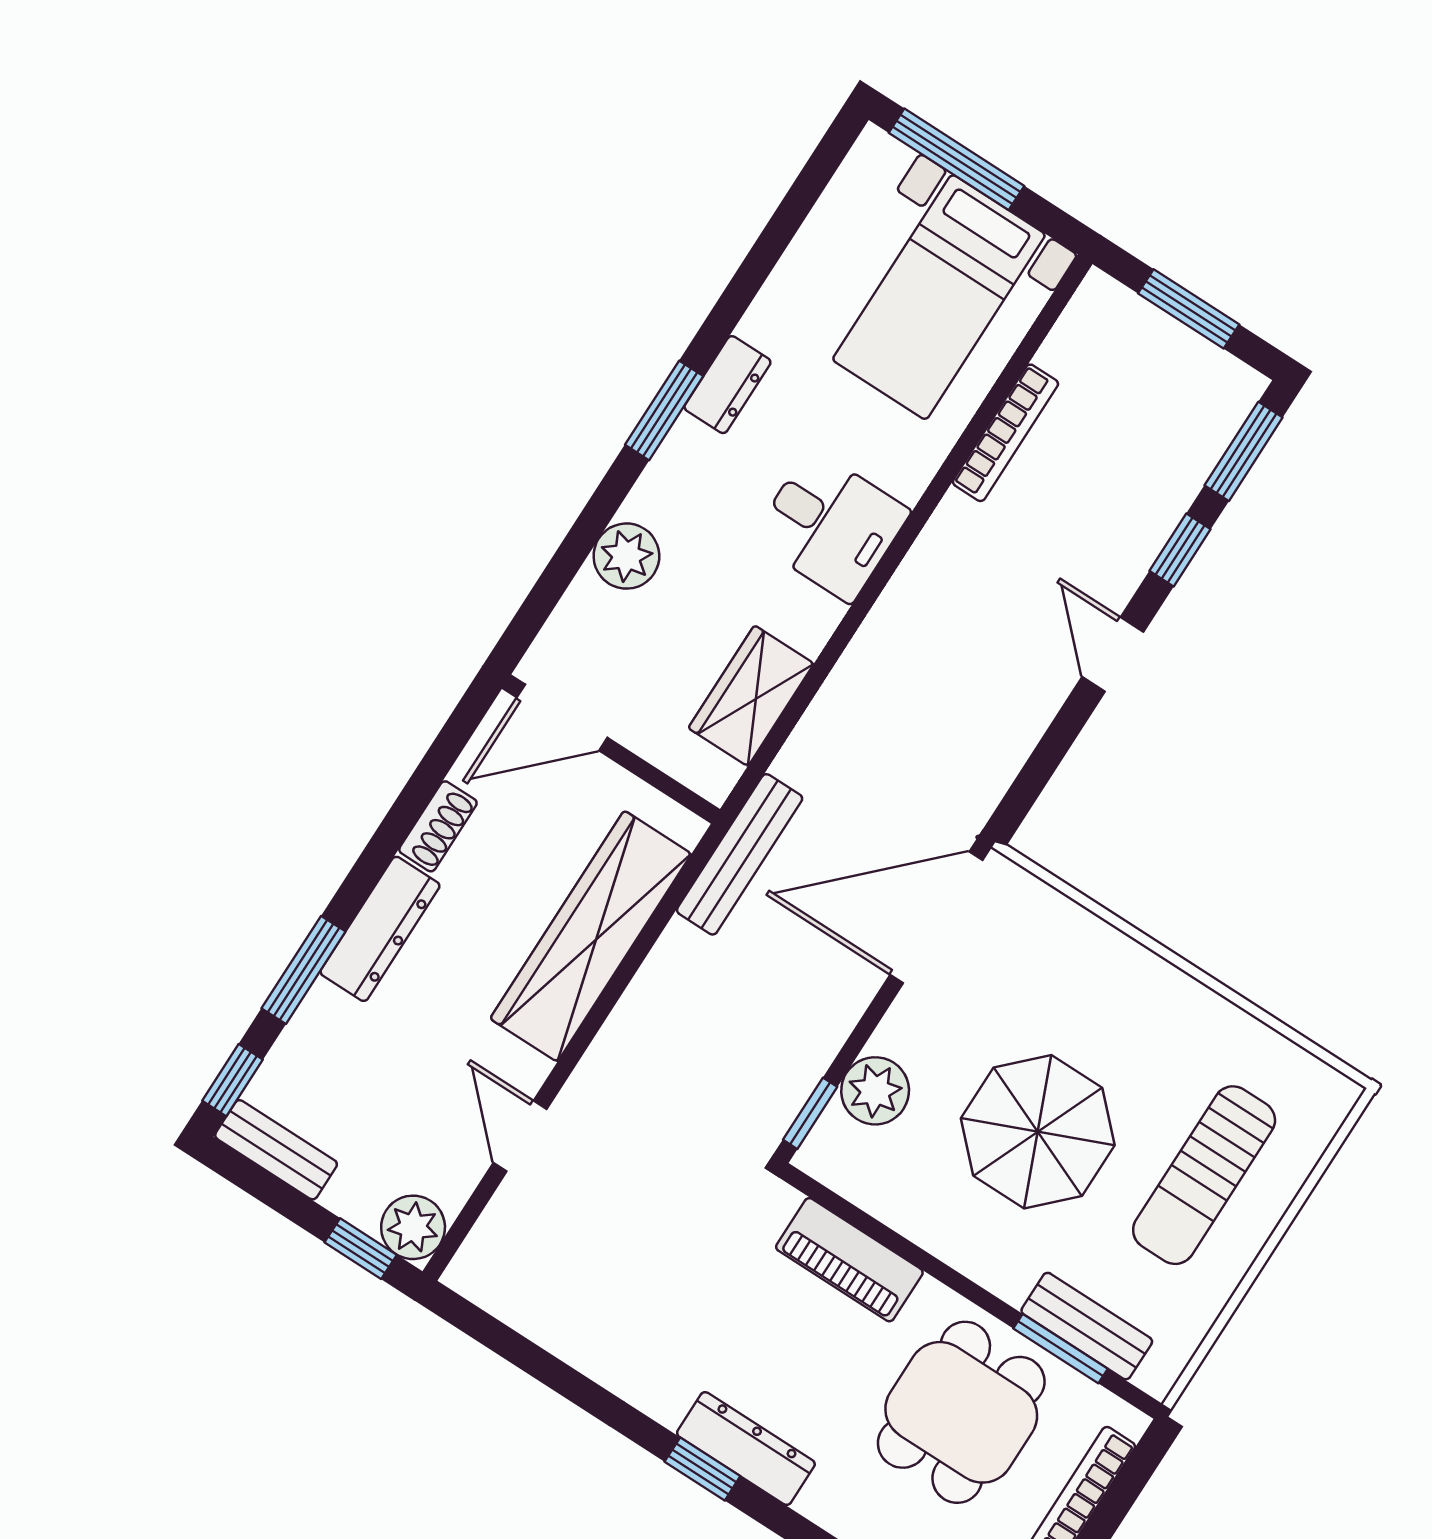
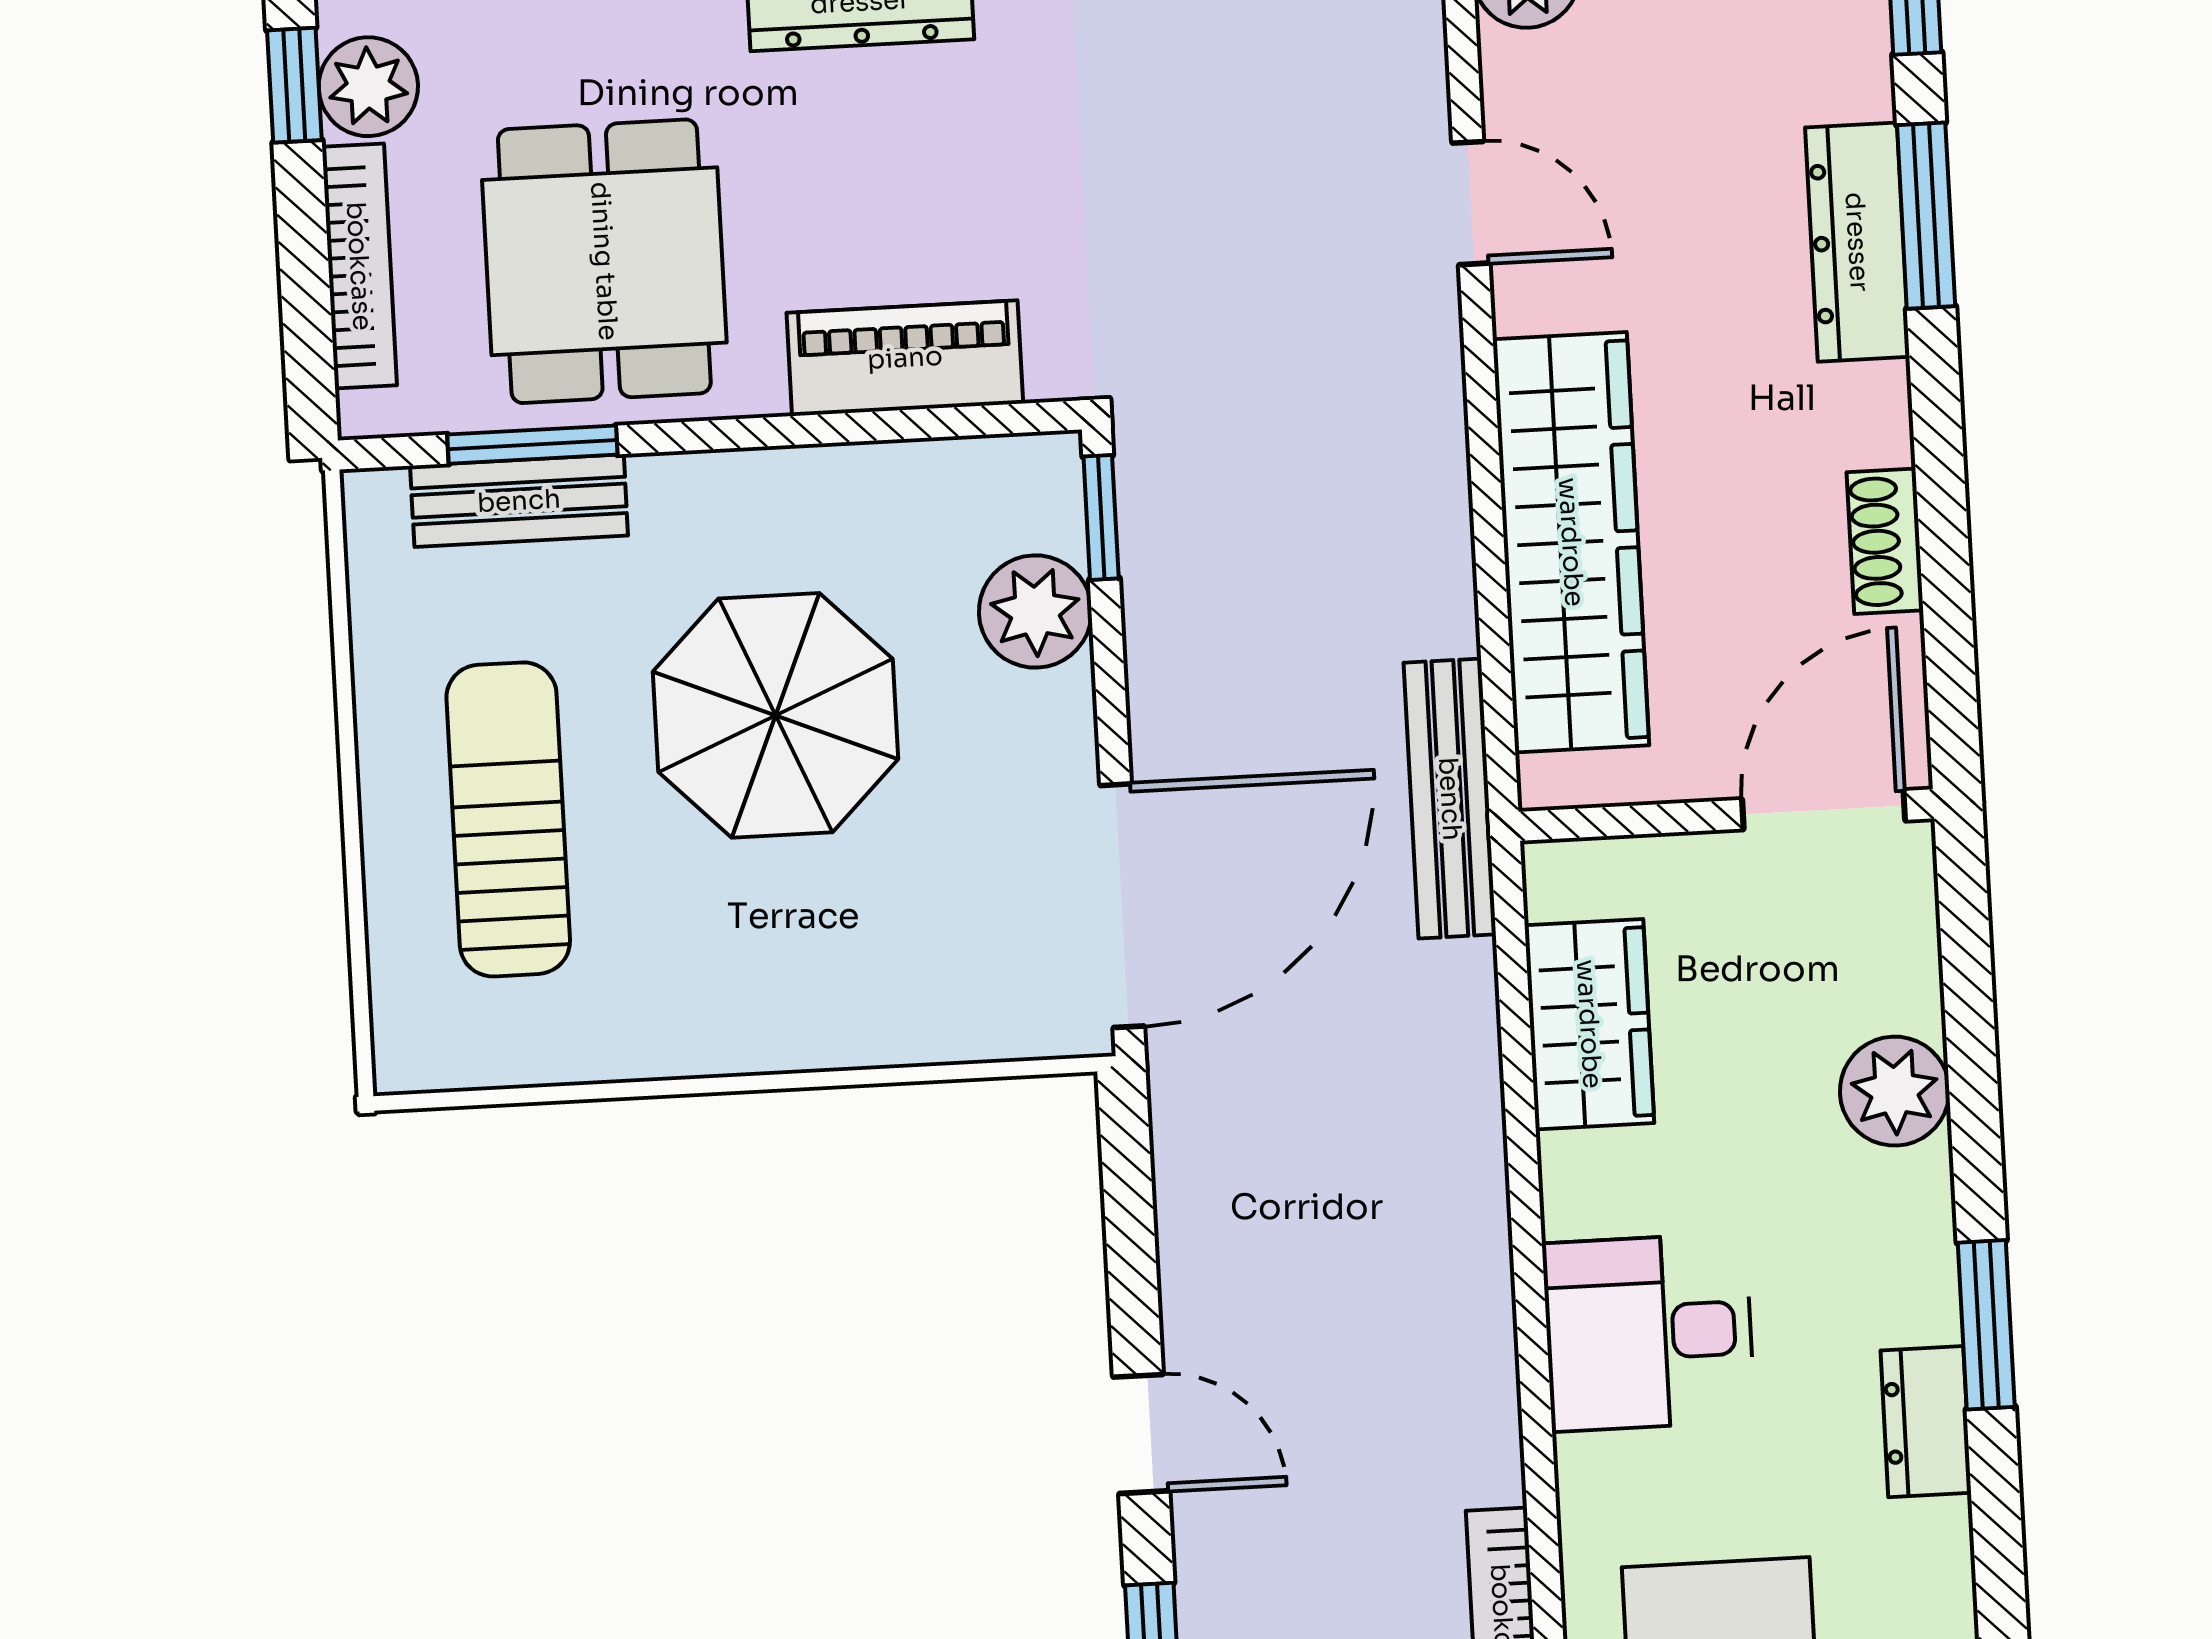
dresser: (380, 929) -> (1857, 242), moved

